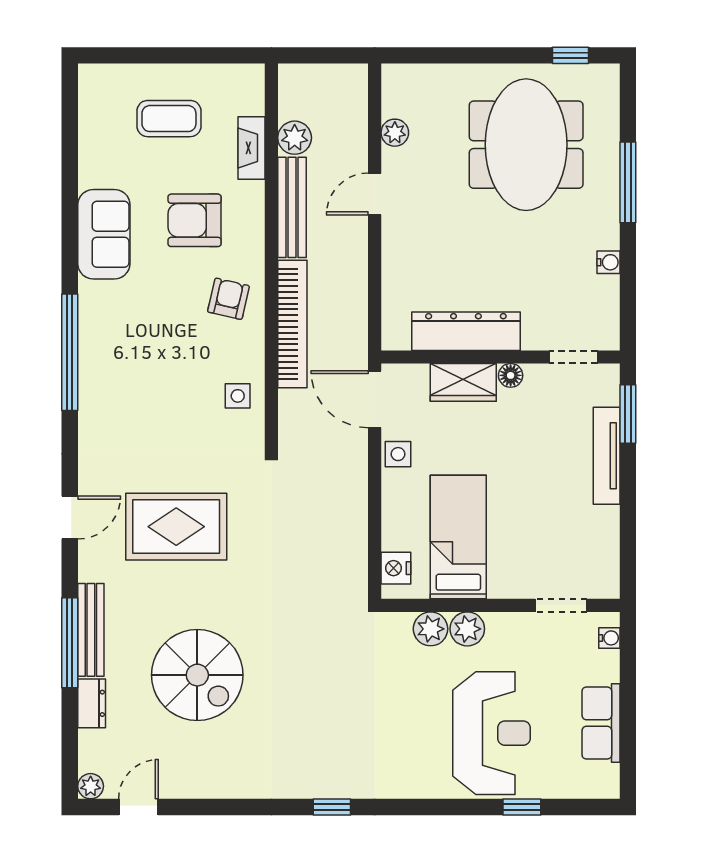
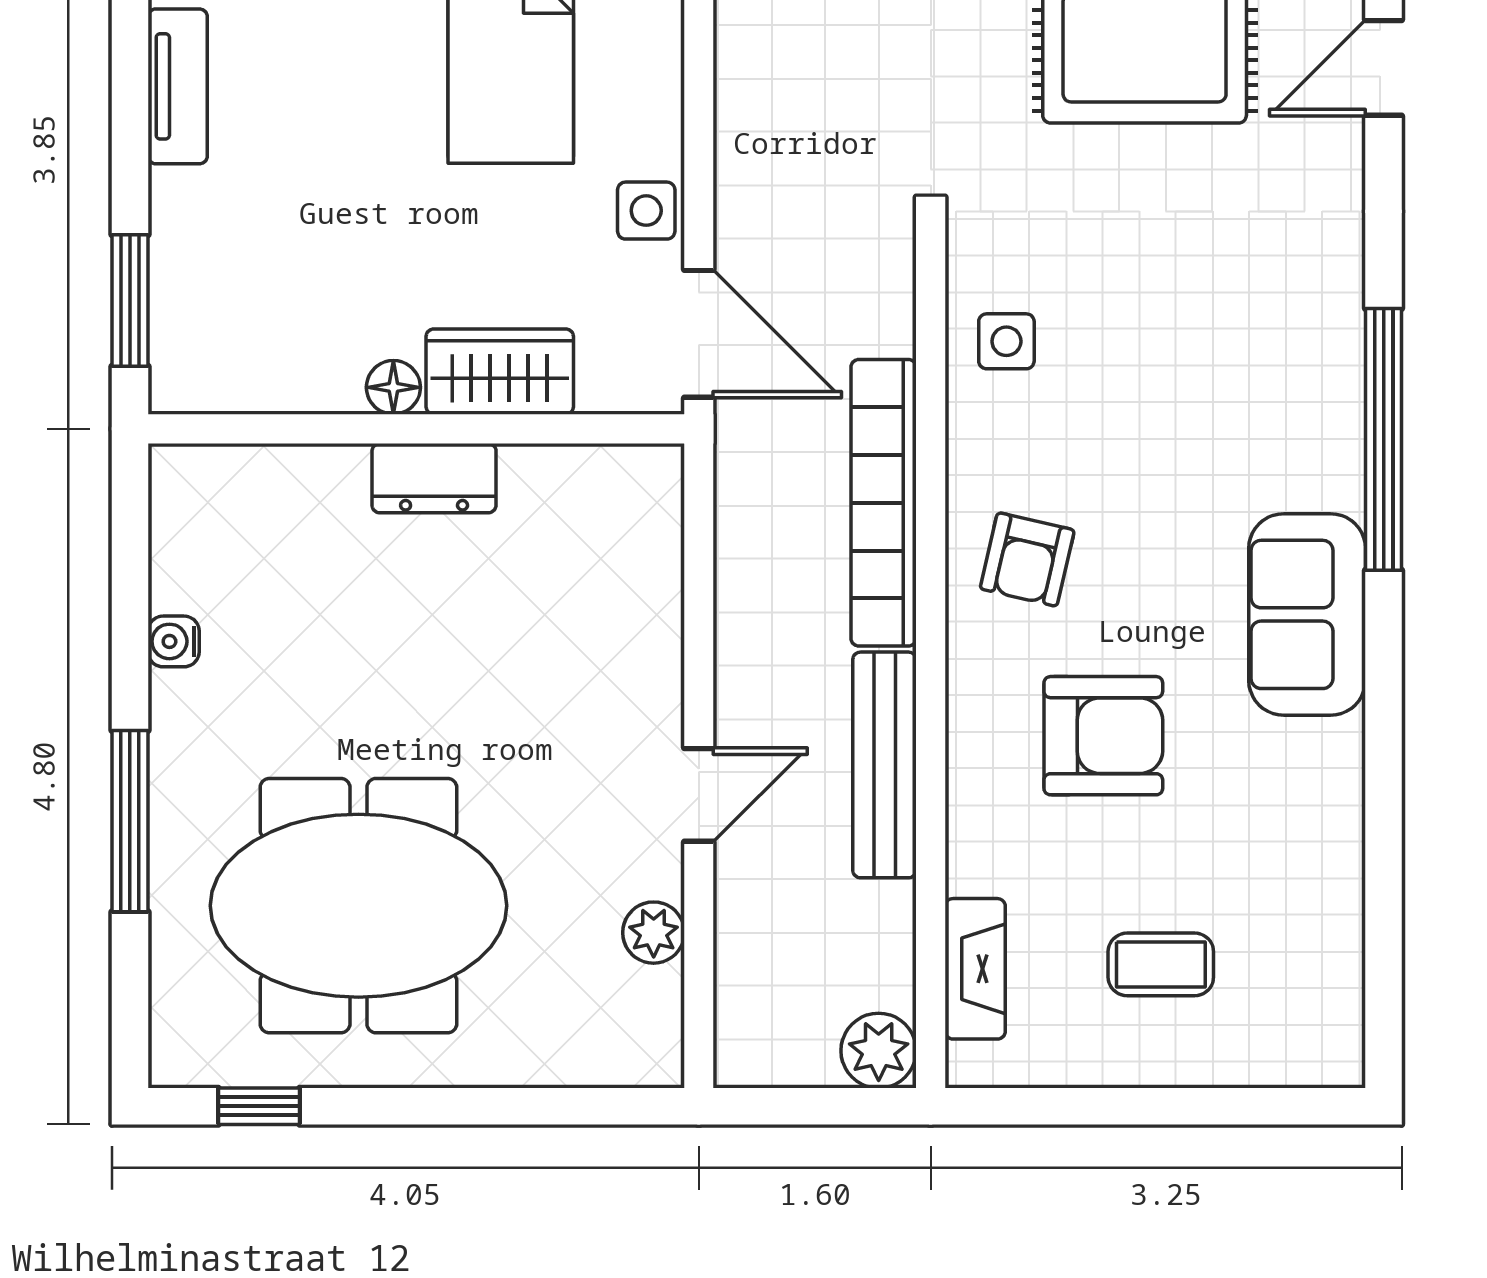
coffee table: (169, 119) -> (1161, 964), width x0.73, depth x0.77
plant: (295, 138) -> (879, 1051), moved
meeting table: (526, 145) -> (358, 906), turned 90
fireplace: (252, 148) -> (975, 969), moved
sofa: (104, 234) -> (1307, 614), moved
dresser: (466, 331) -> (434, 478), width x0.51, depth x0.80
doorway: (573, 357) -> (252, 429), removed
tv unit: (607, 456) -> (178, 86), moved, width x0.71

